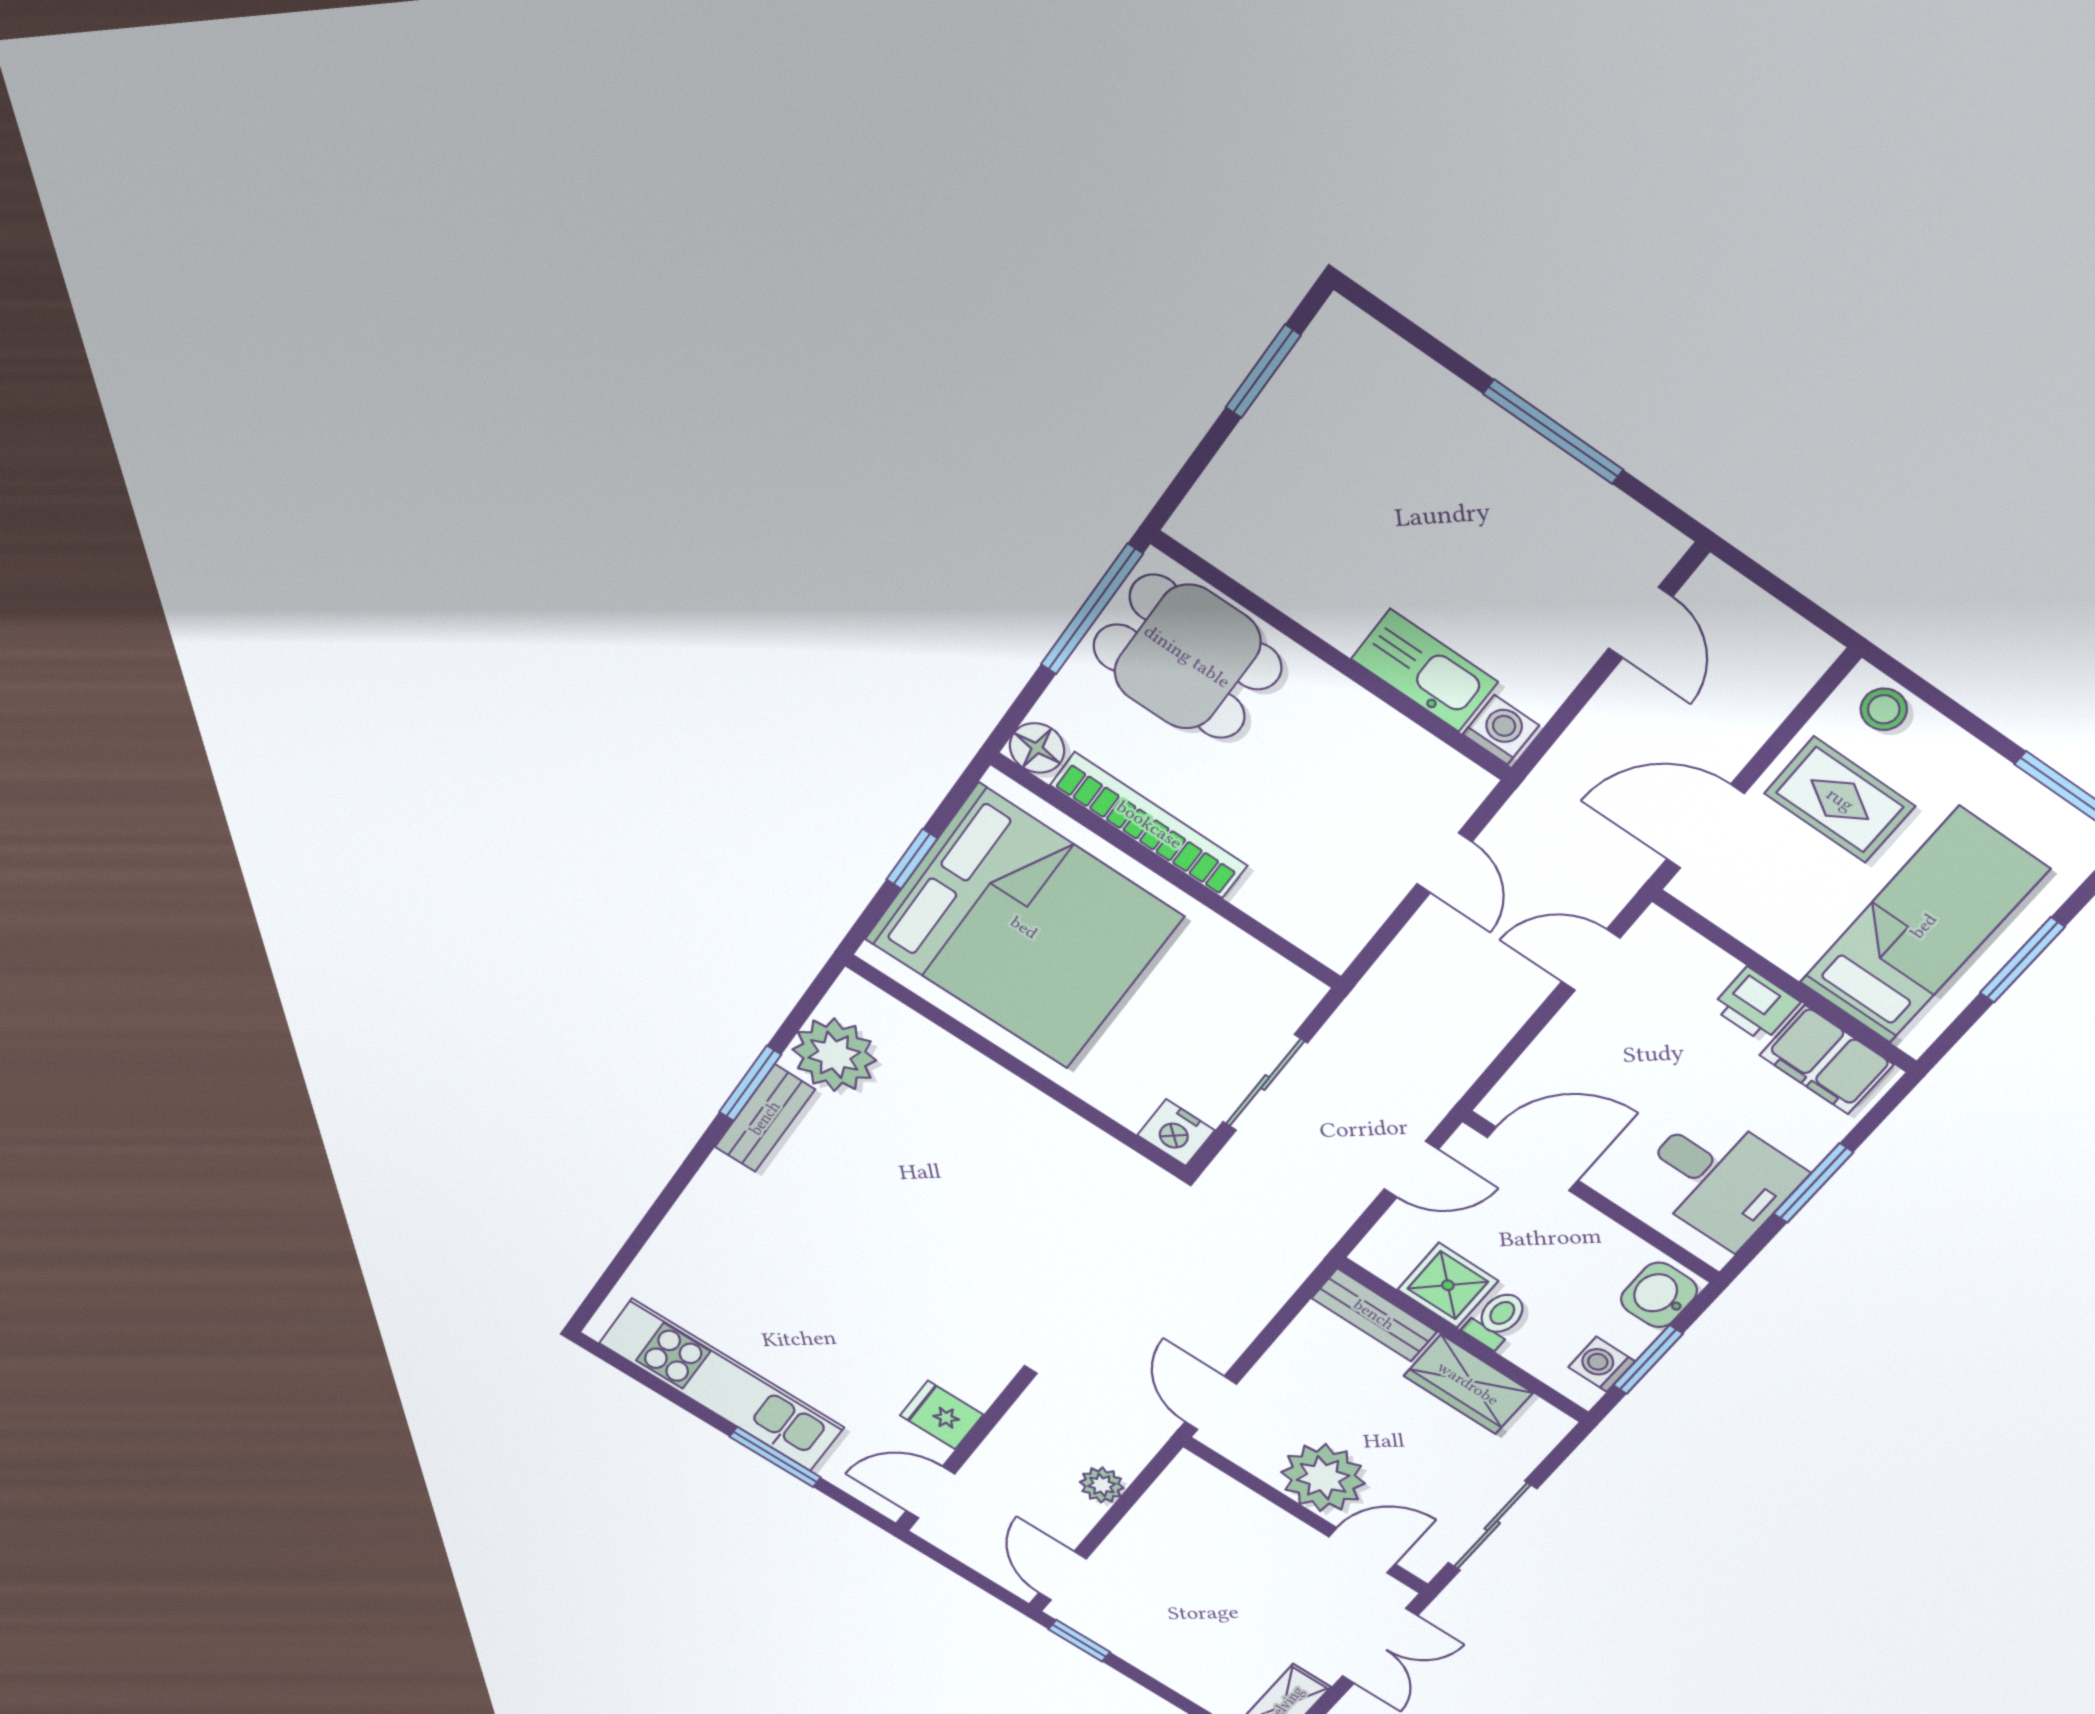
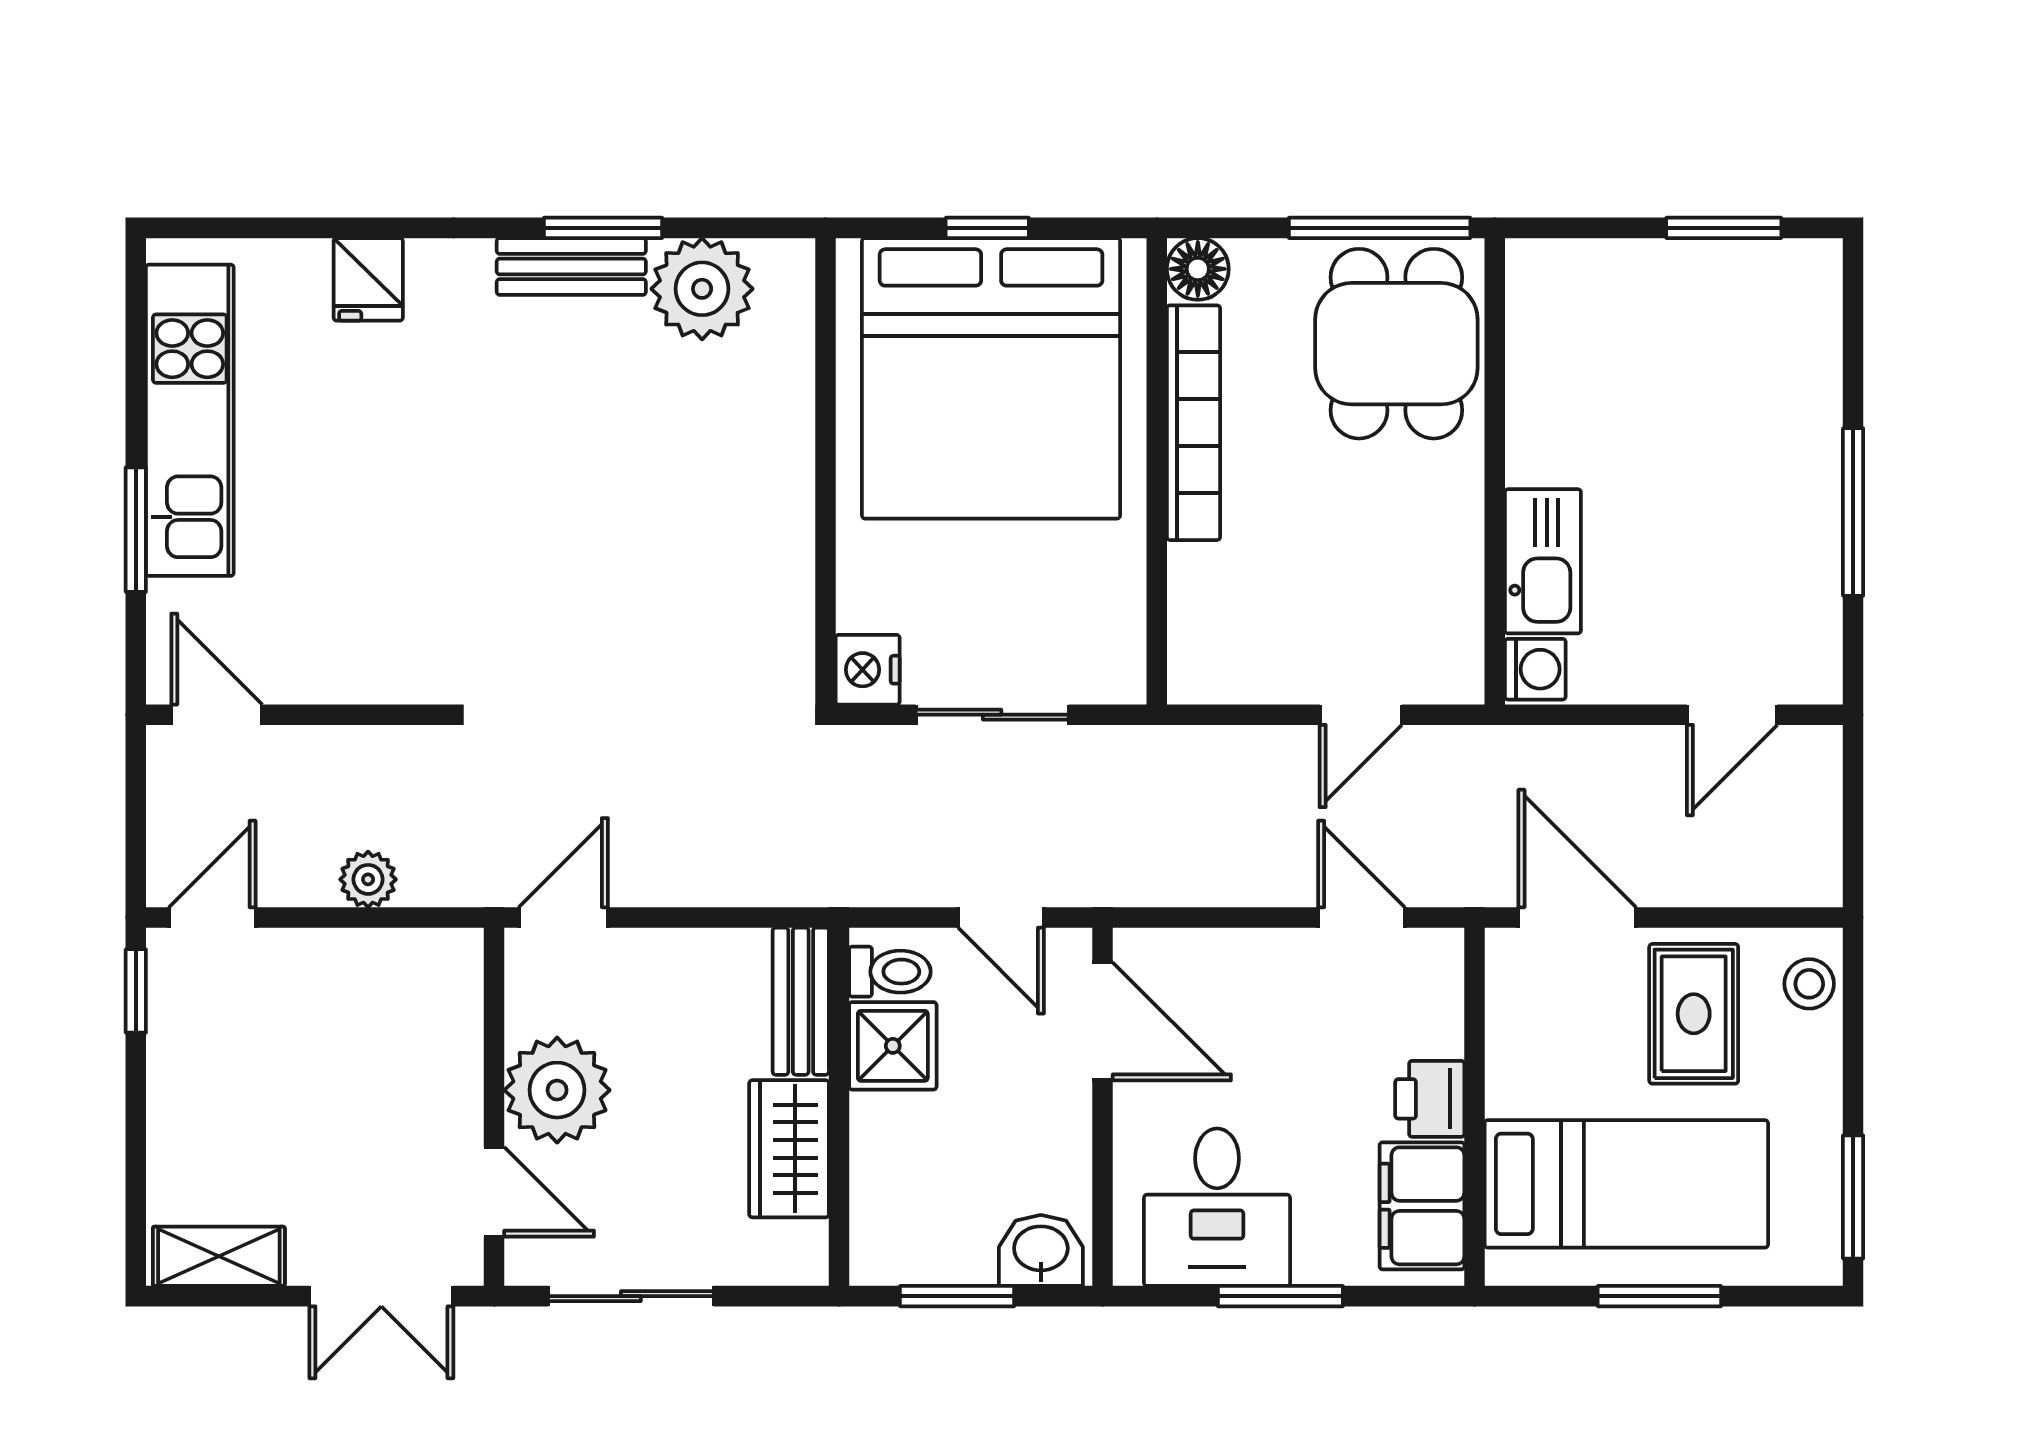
toilet: (1497, 1319) -> (890, 972), moved
washing machine: (1602, 1364) -> (916, 1257), removed
fridge: (942, 1415) -> (368, 279), moved, turned 180

